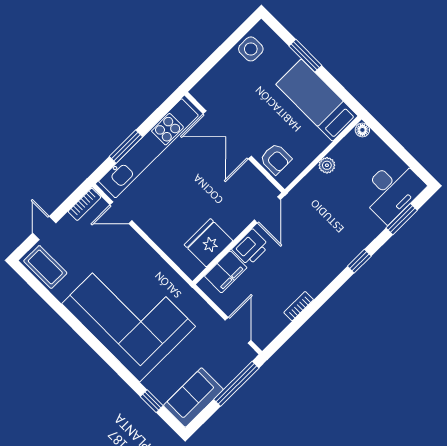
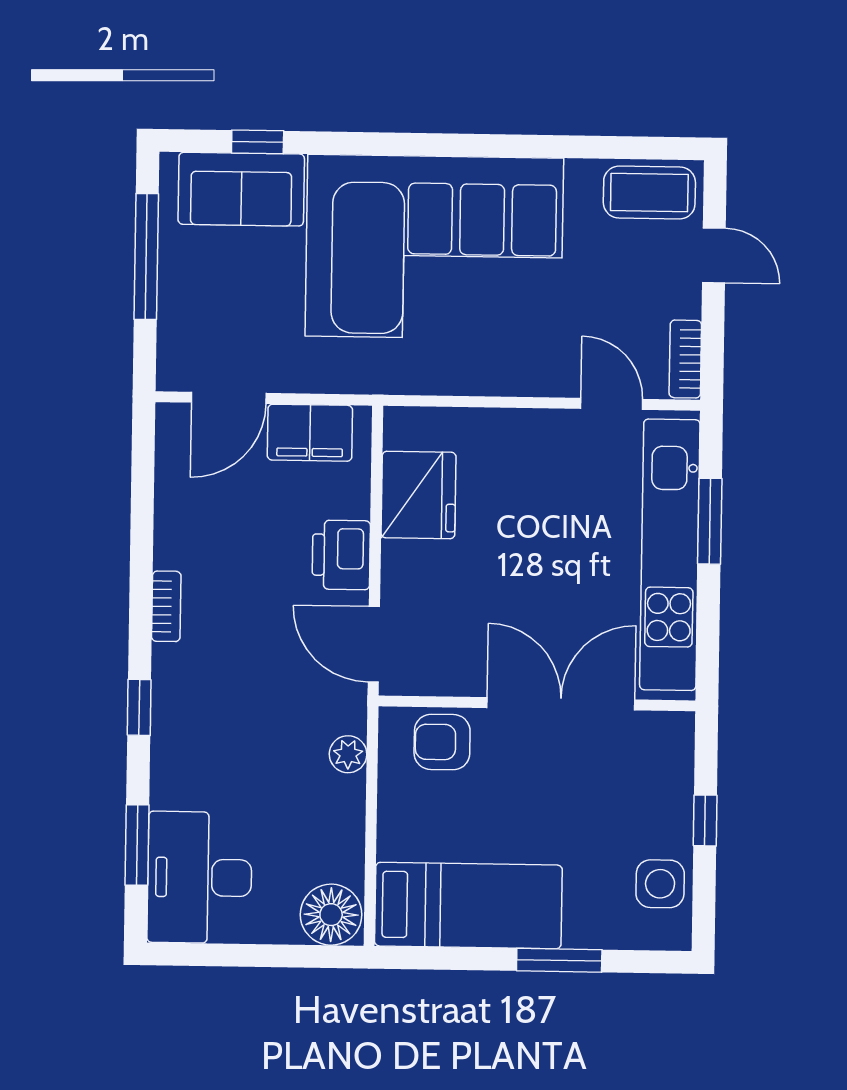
window: (218, 55) -> (705, 820), added
floor lamp: (362, 130) -> (331, 915), width x1.89, depth x1.89
plant: (327, 165) -> (348, 754), moved
door: (121, 213) -> (612, 404), hinge flipped
filing cabinet: (226, 272) -> (310, 433), moved, turned -90
bookcase: (299, 306) -> (166, 606), moved
door: (238, 330) -> (229, 398), hinge flipped
window: (236, 384) -> (146, 257), moved
sofa: (193, 397) -> (241, 189), moved, turned 90

